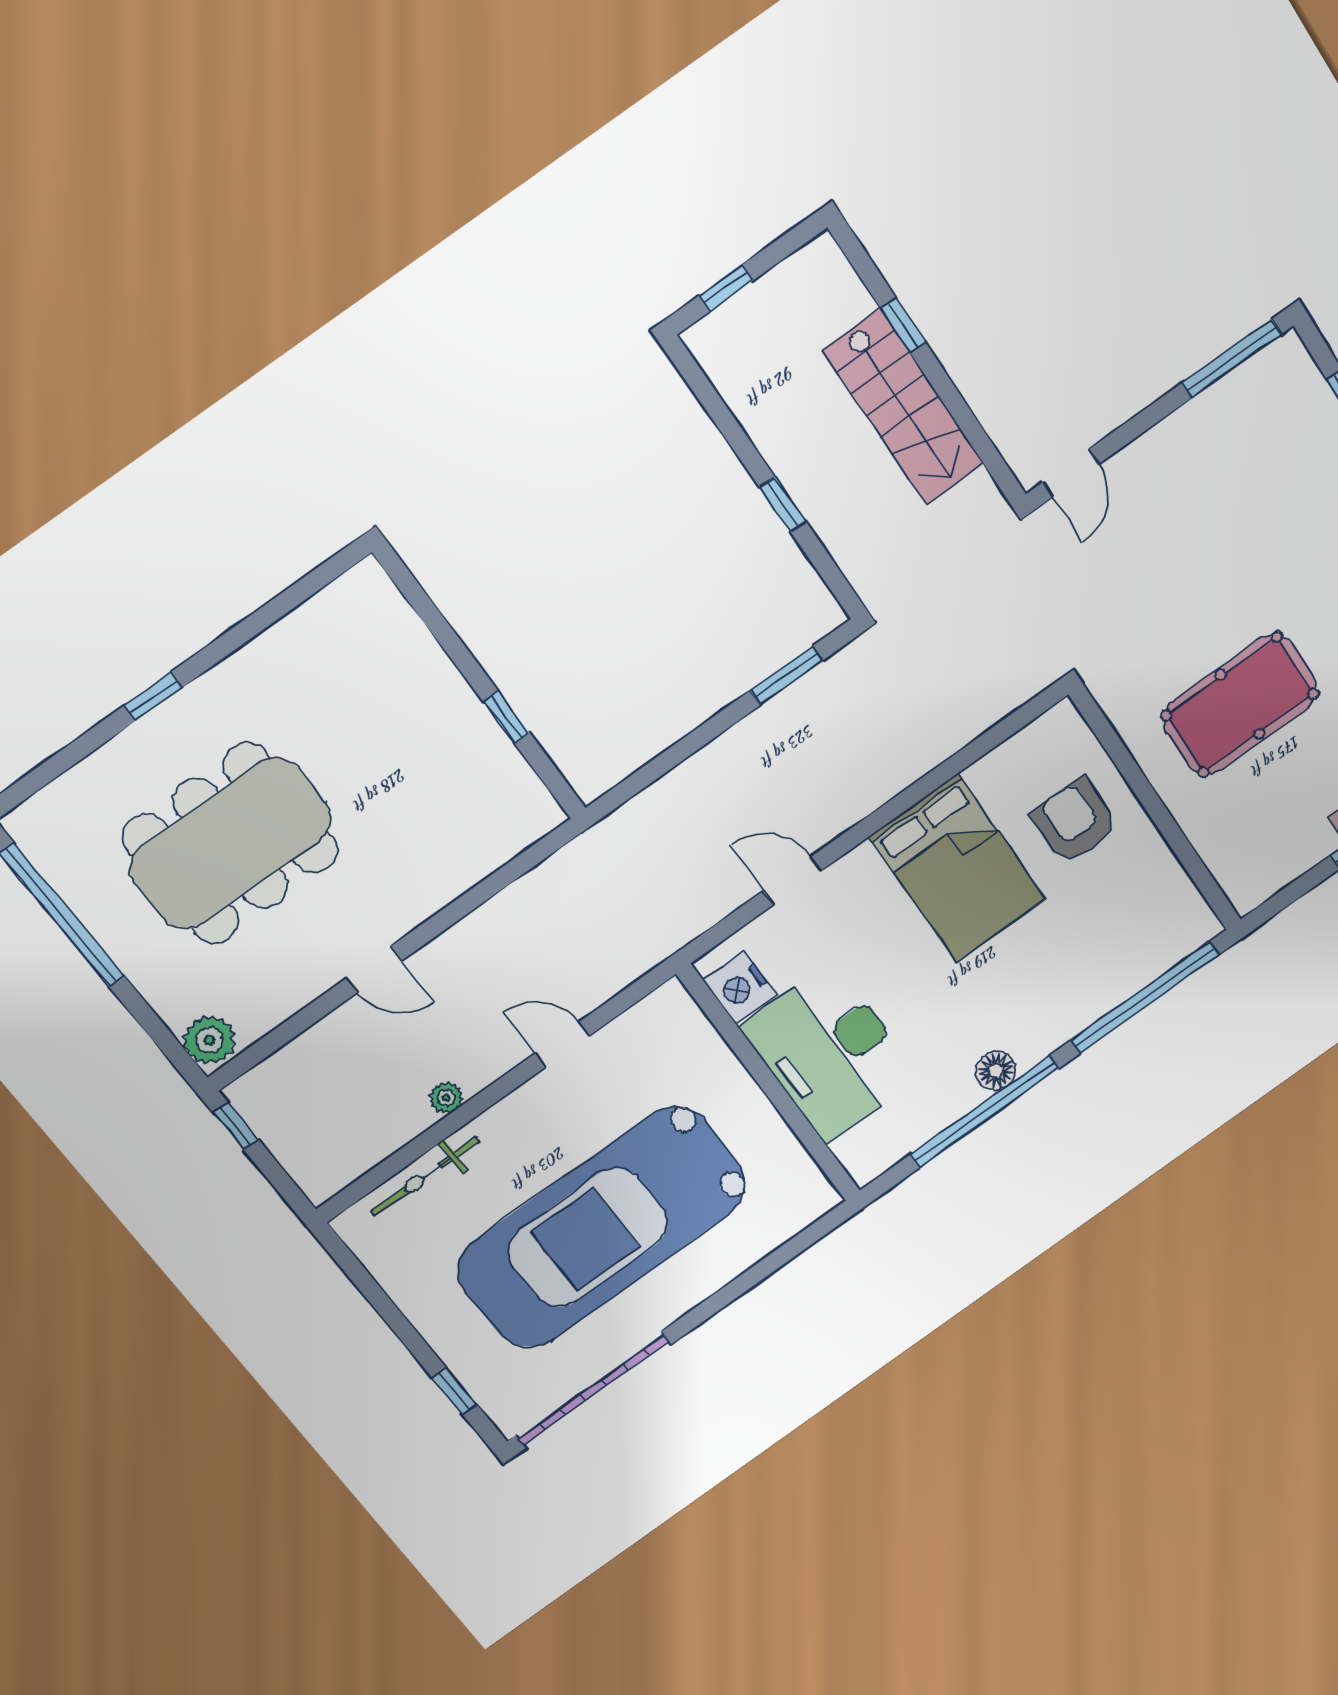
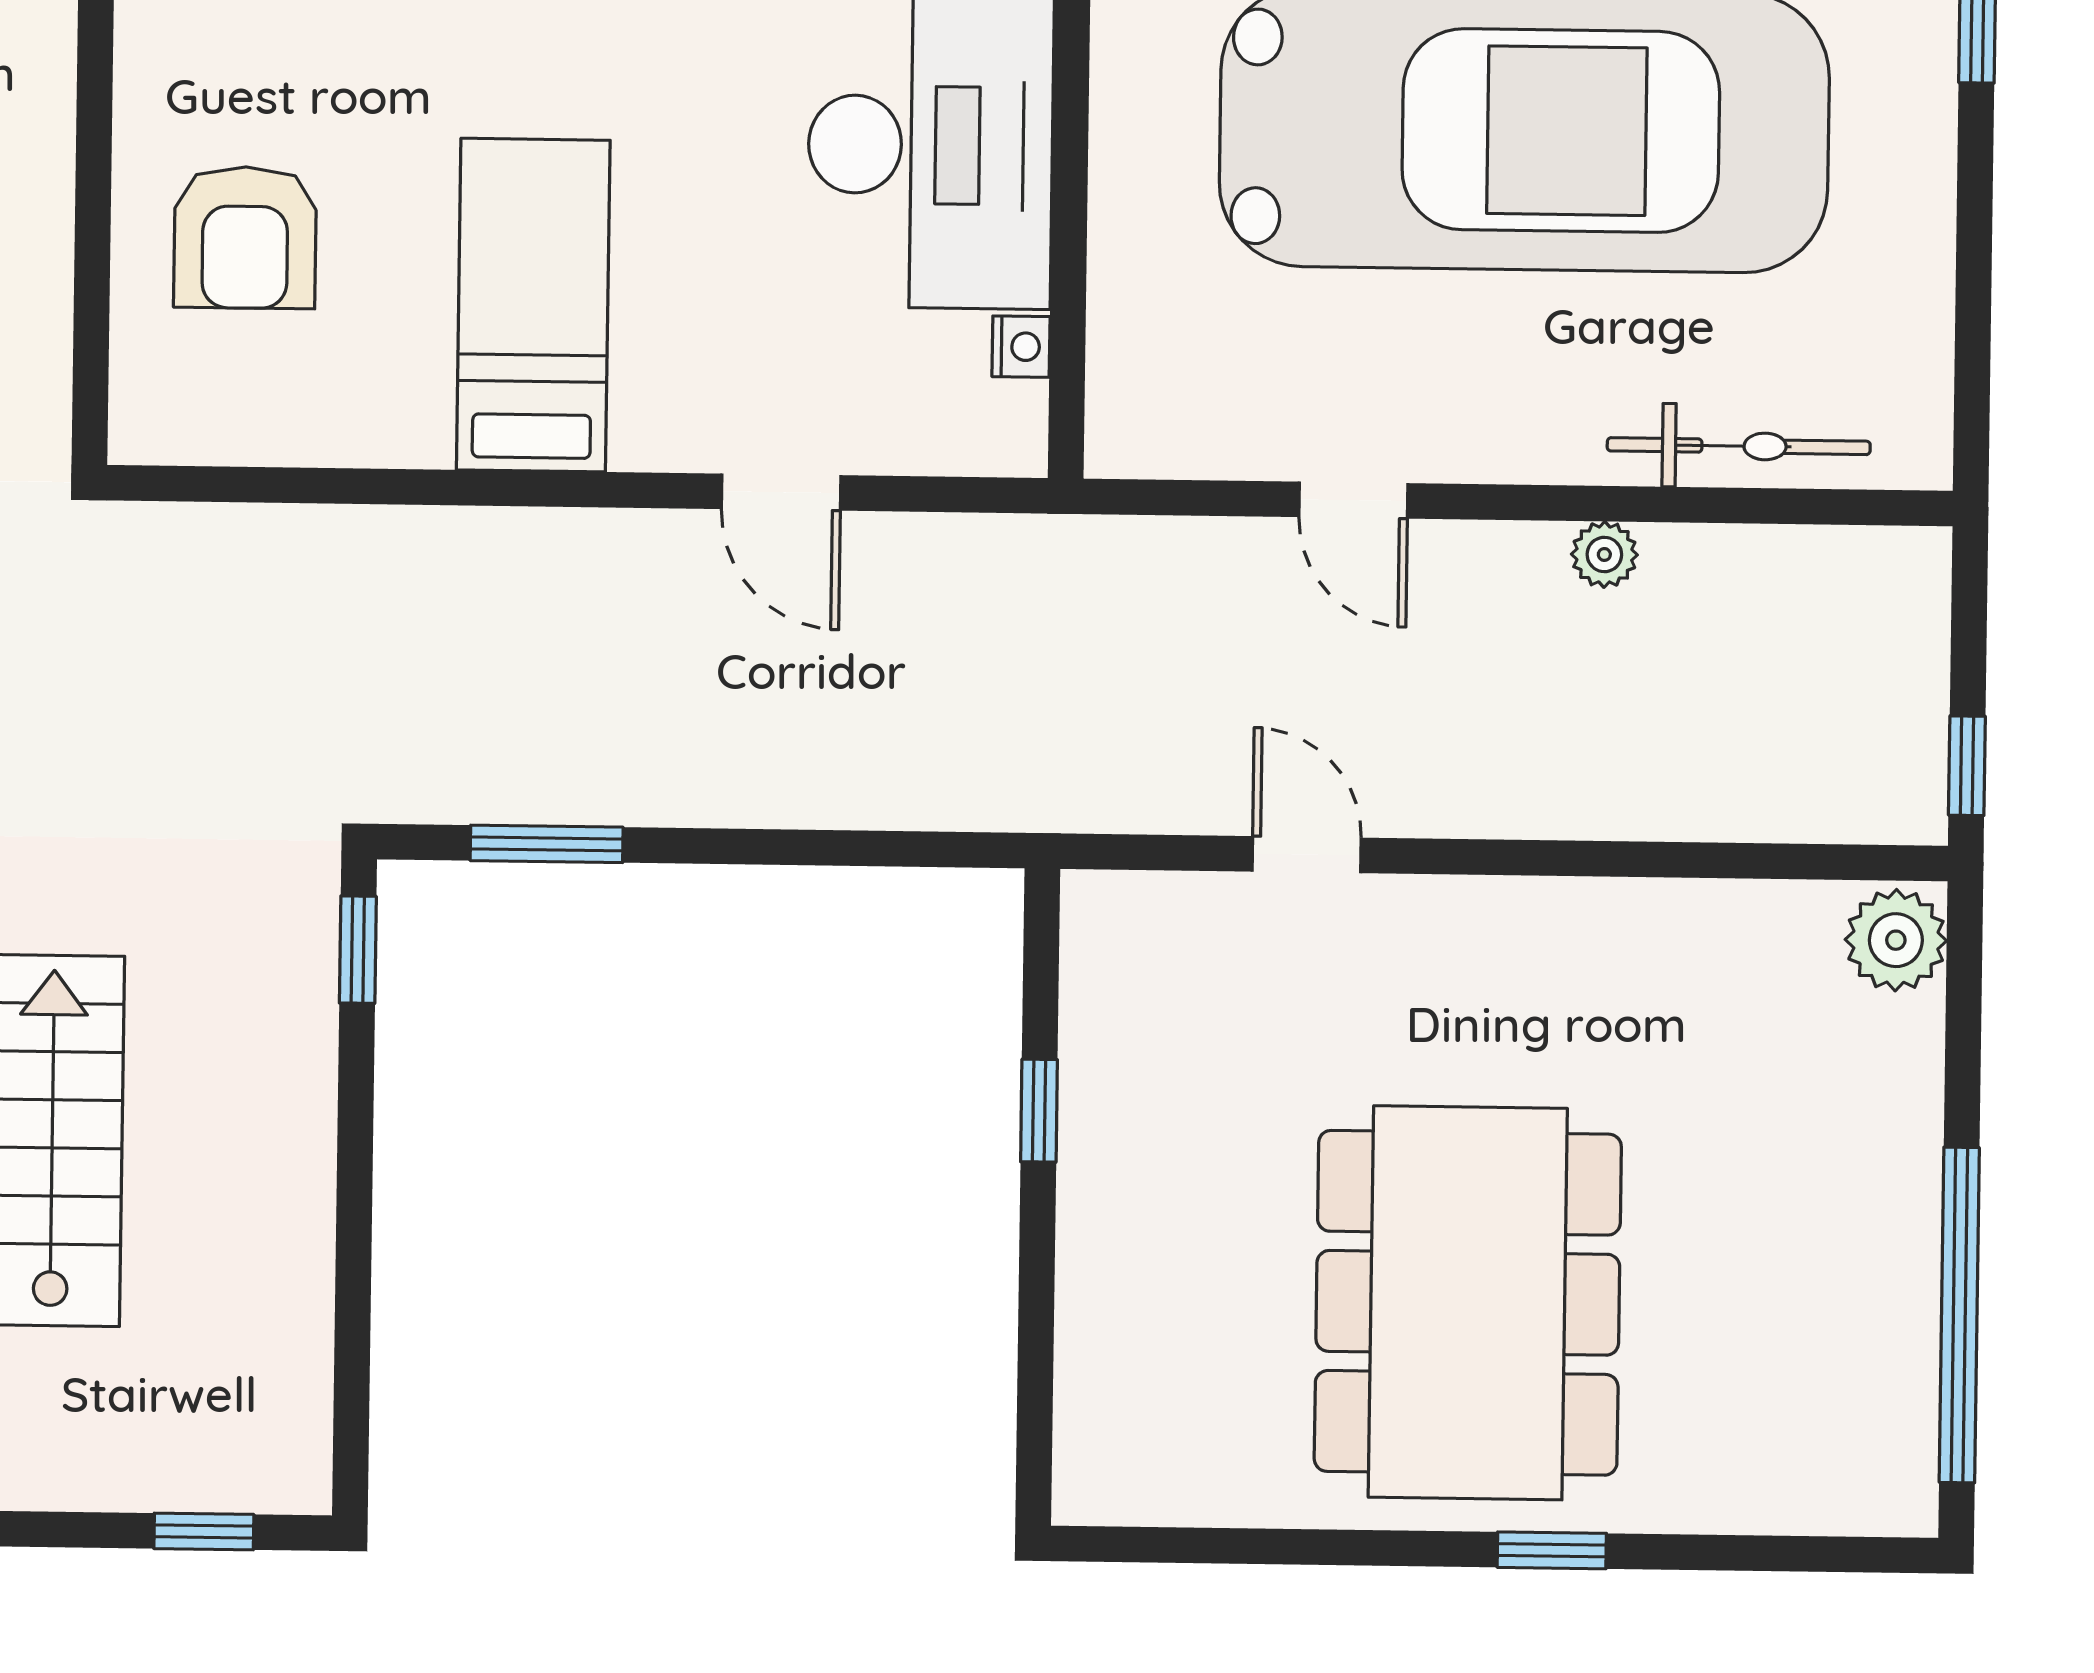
window: (783, 504) -> (358, 950), moved
dining table: (231, 844) -> (1468, 1303), moved, turned 90
bed: (958, 868) -> (533, 305), width x0.67
door: (374, 969) -> (1307, 855), moved
nightstand: (740, 988) -> (1021, 347), width x0.53, depth x0.56

